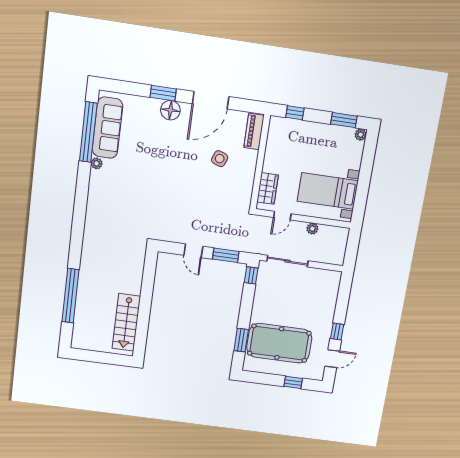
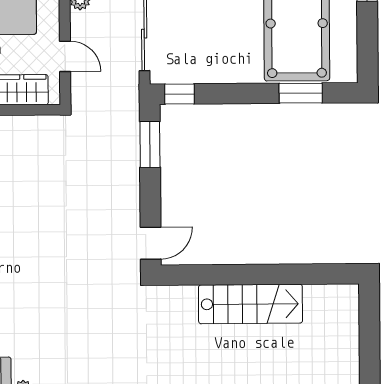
door: (193, 251) -> (151, 243), moved
stairs: (126, 322) -> (250, 304), moved

